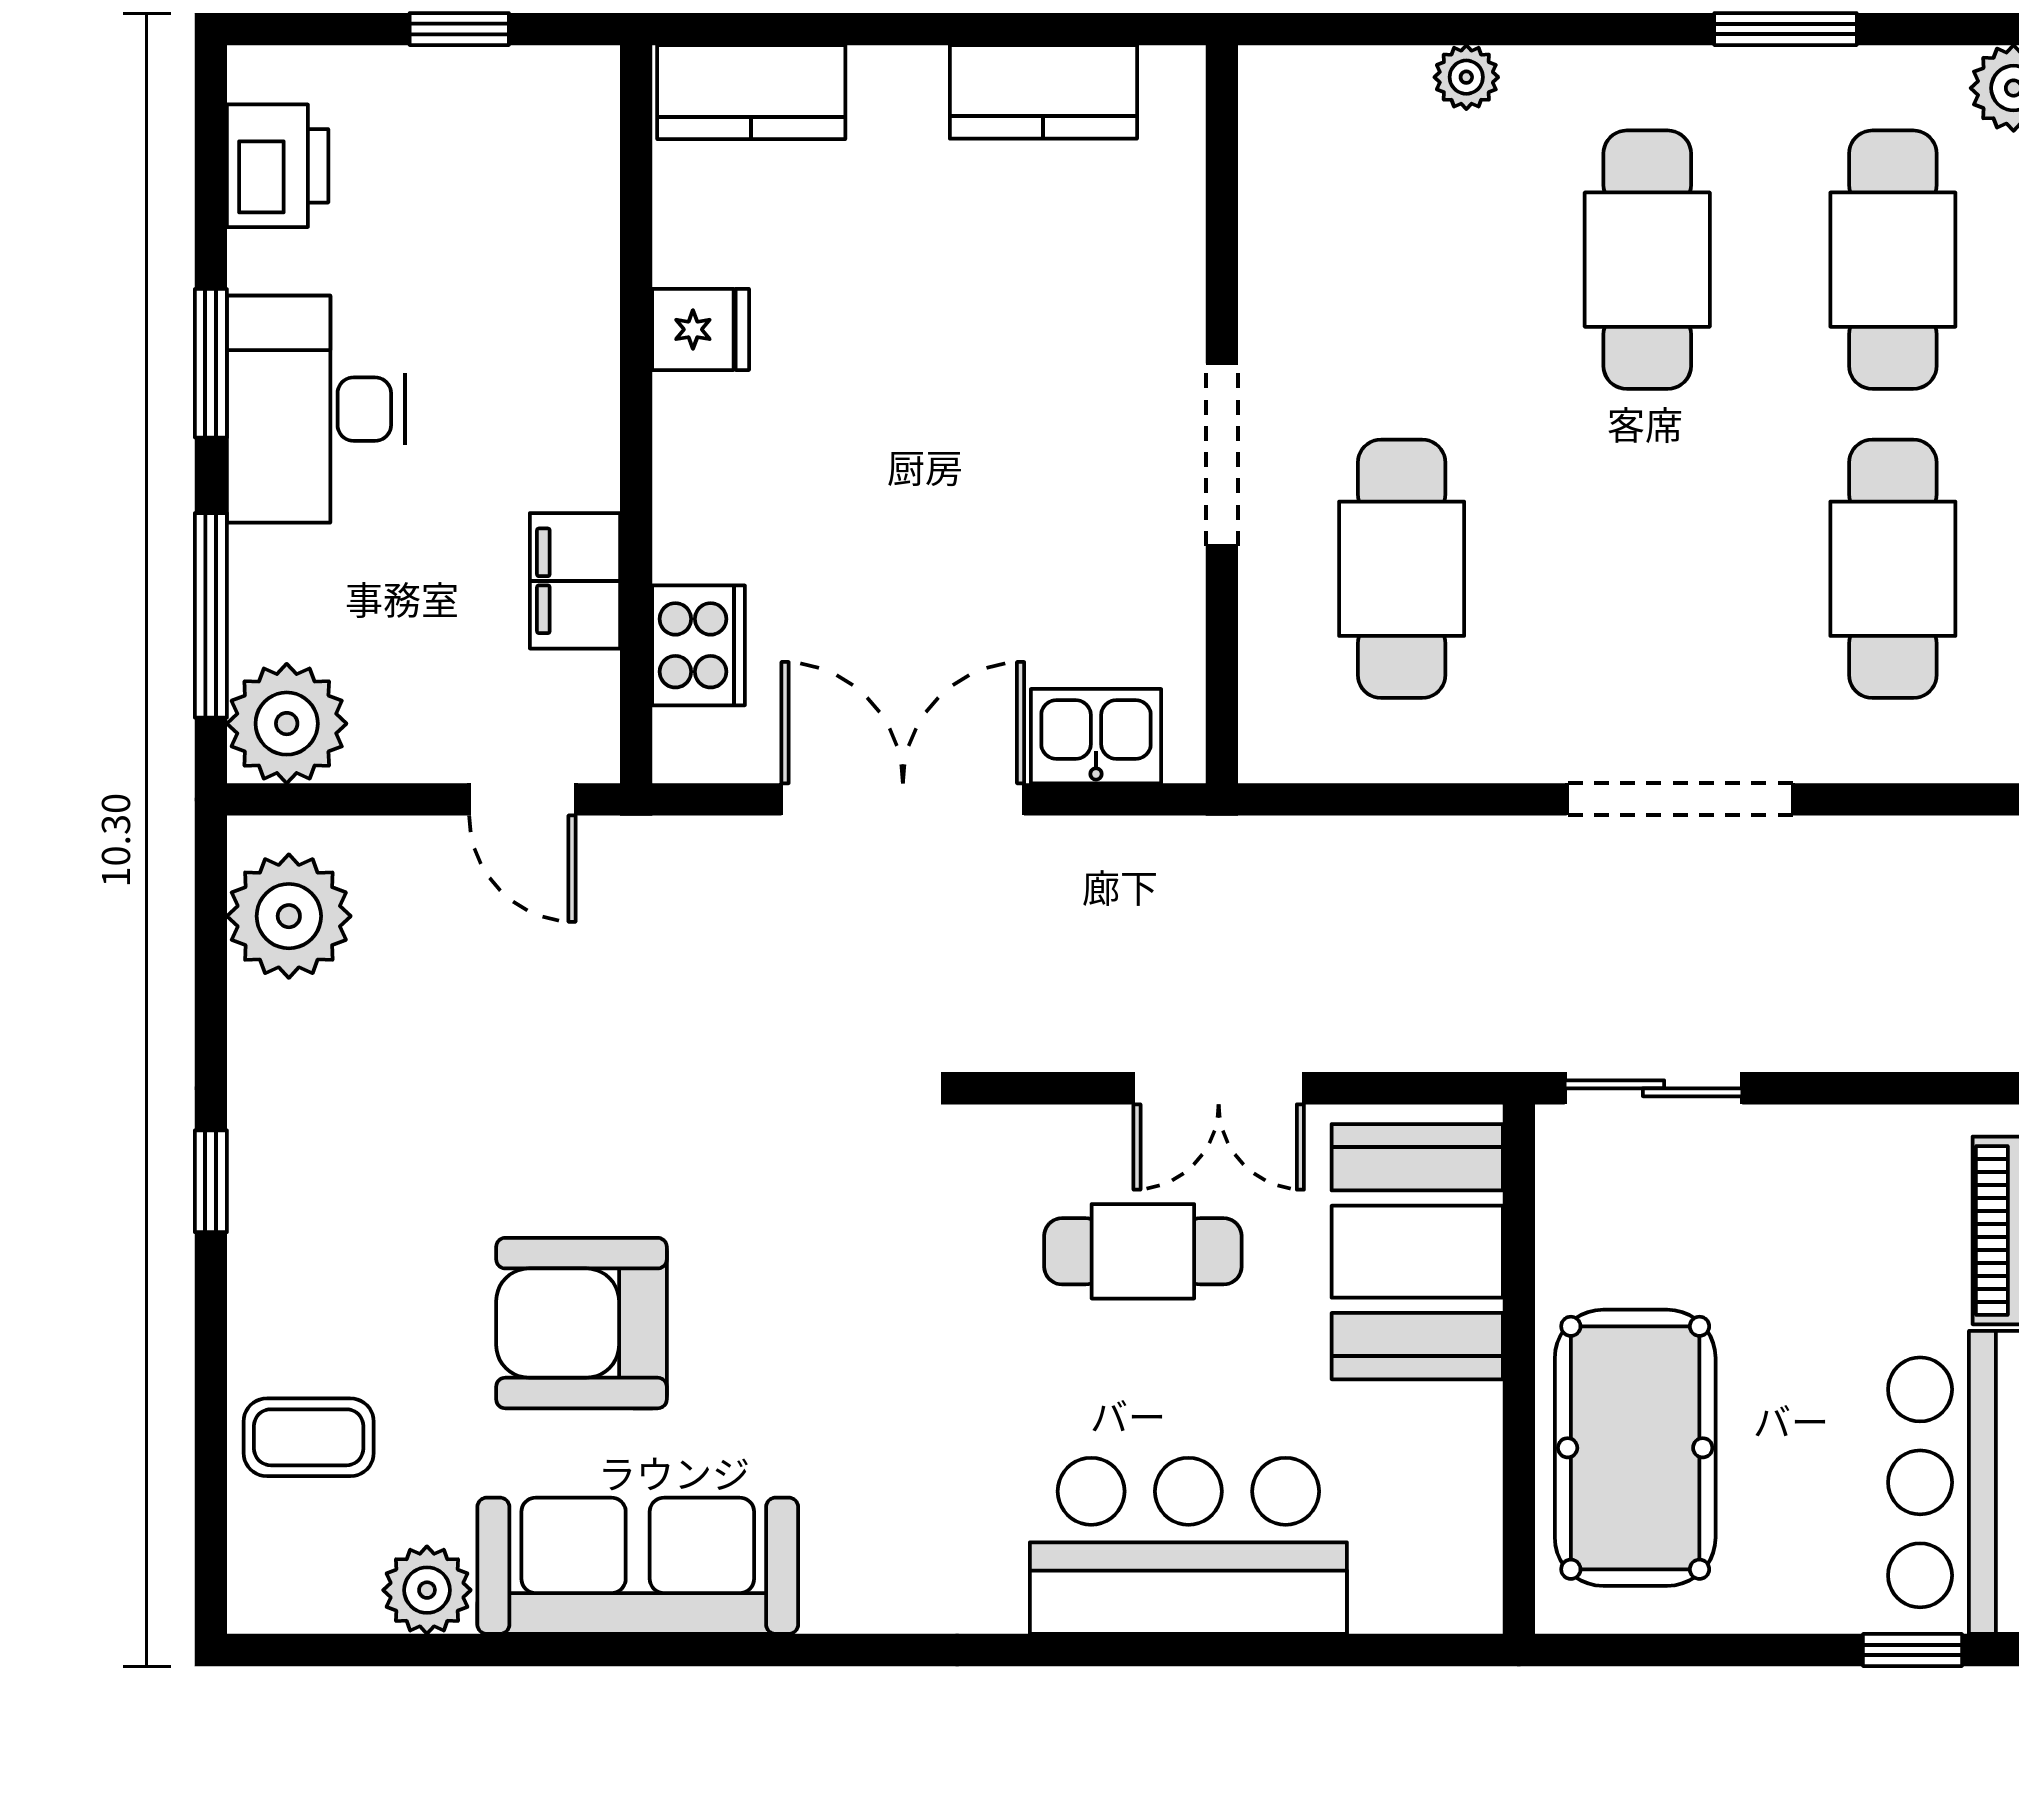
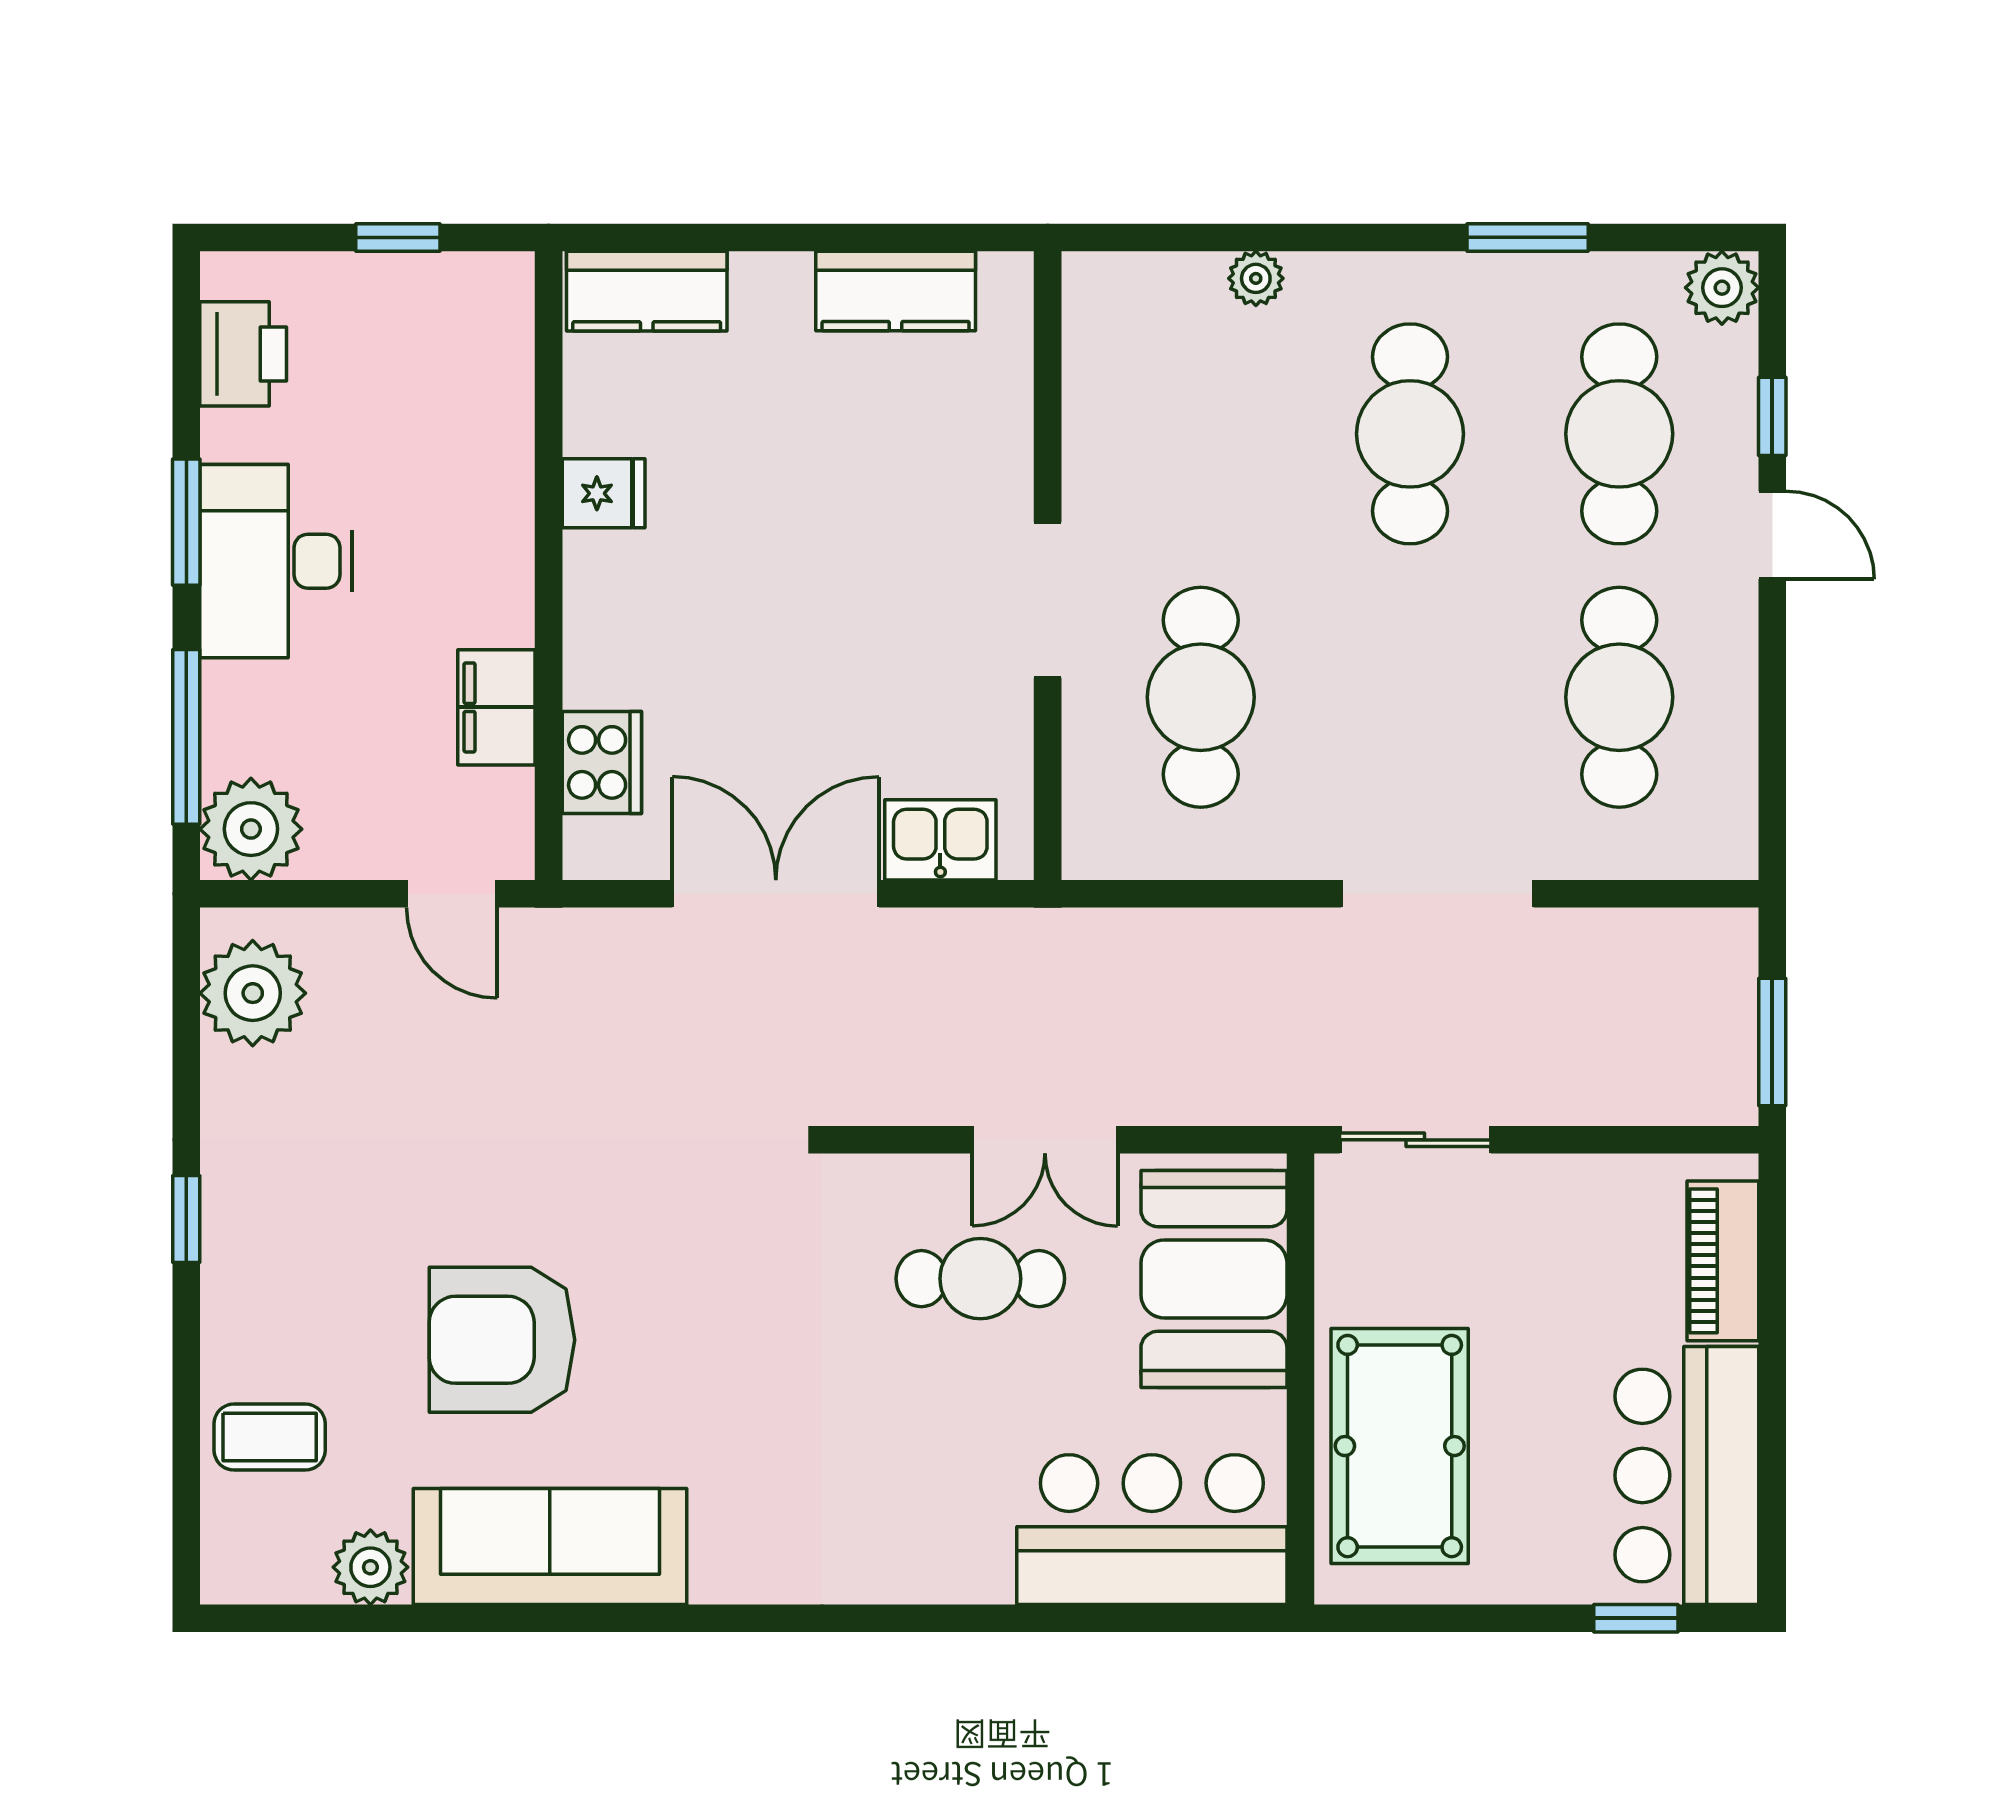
bar counter: (1188, 1546) -> (1152, 1530), moved

